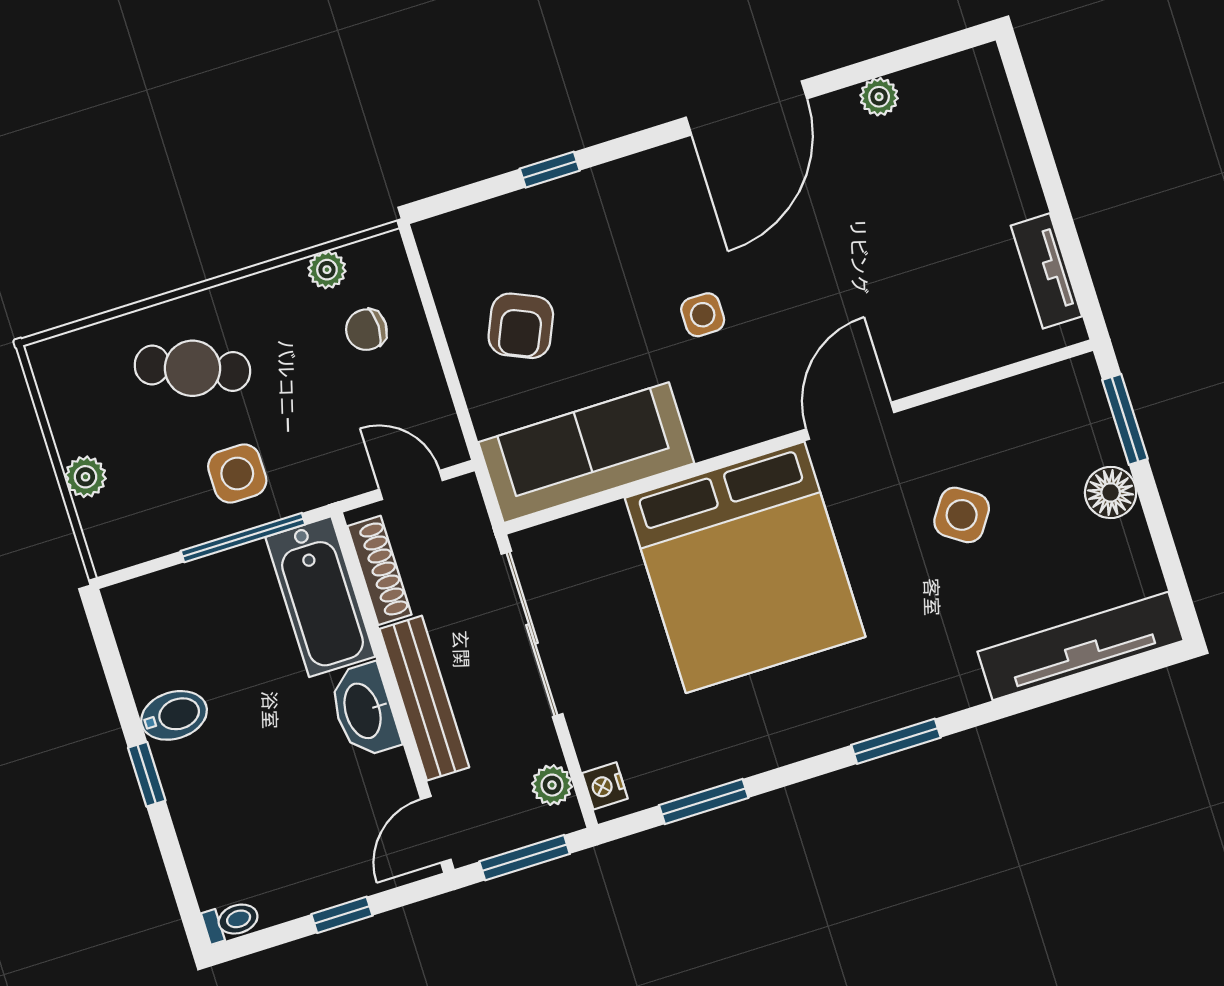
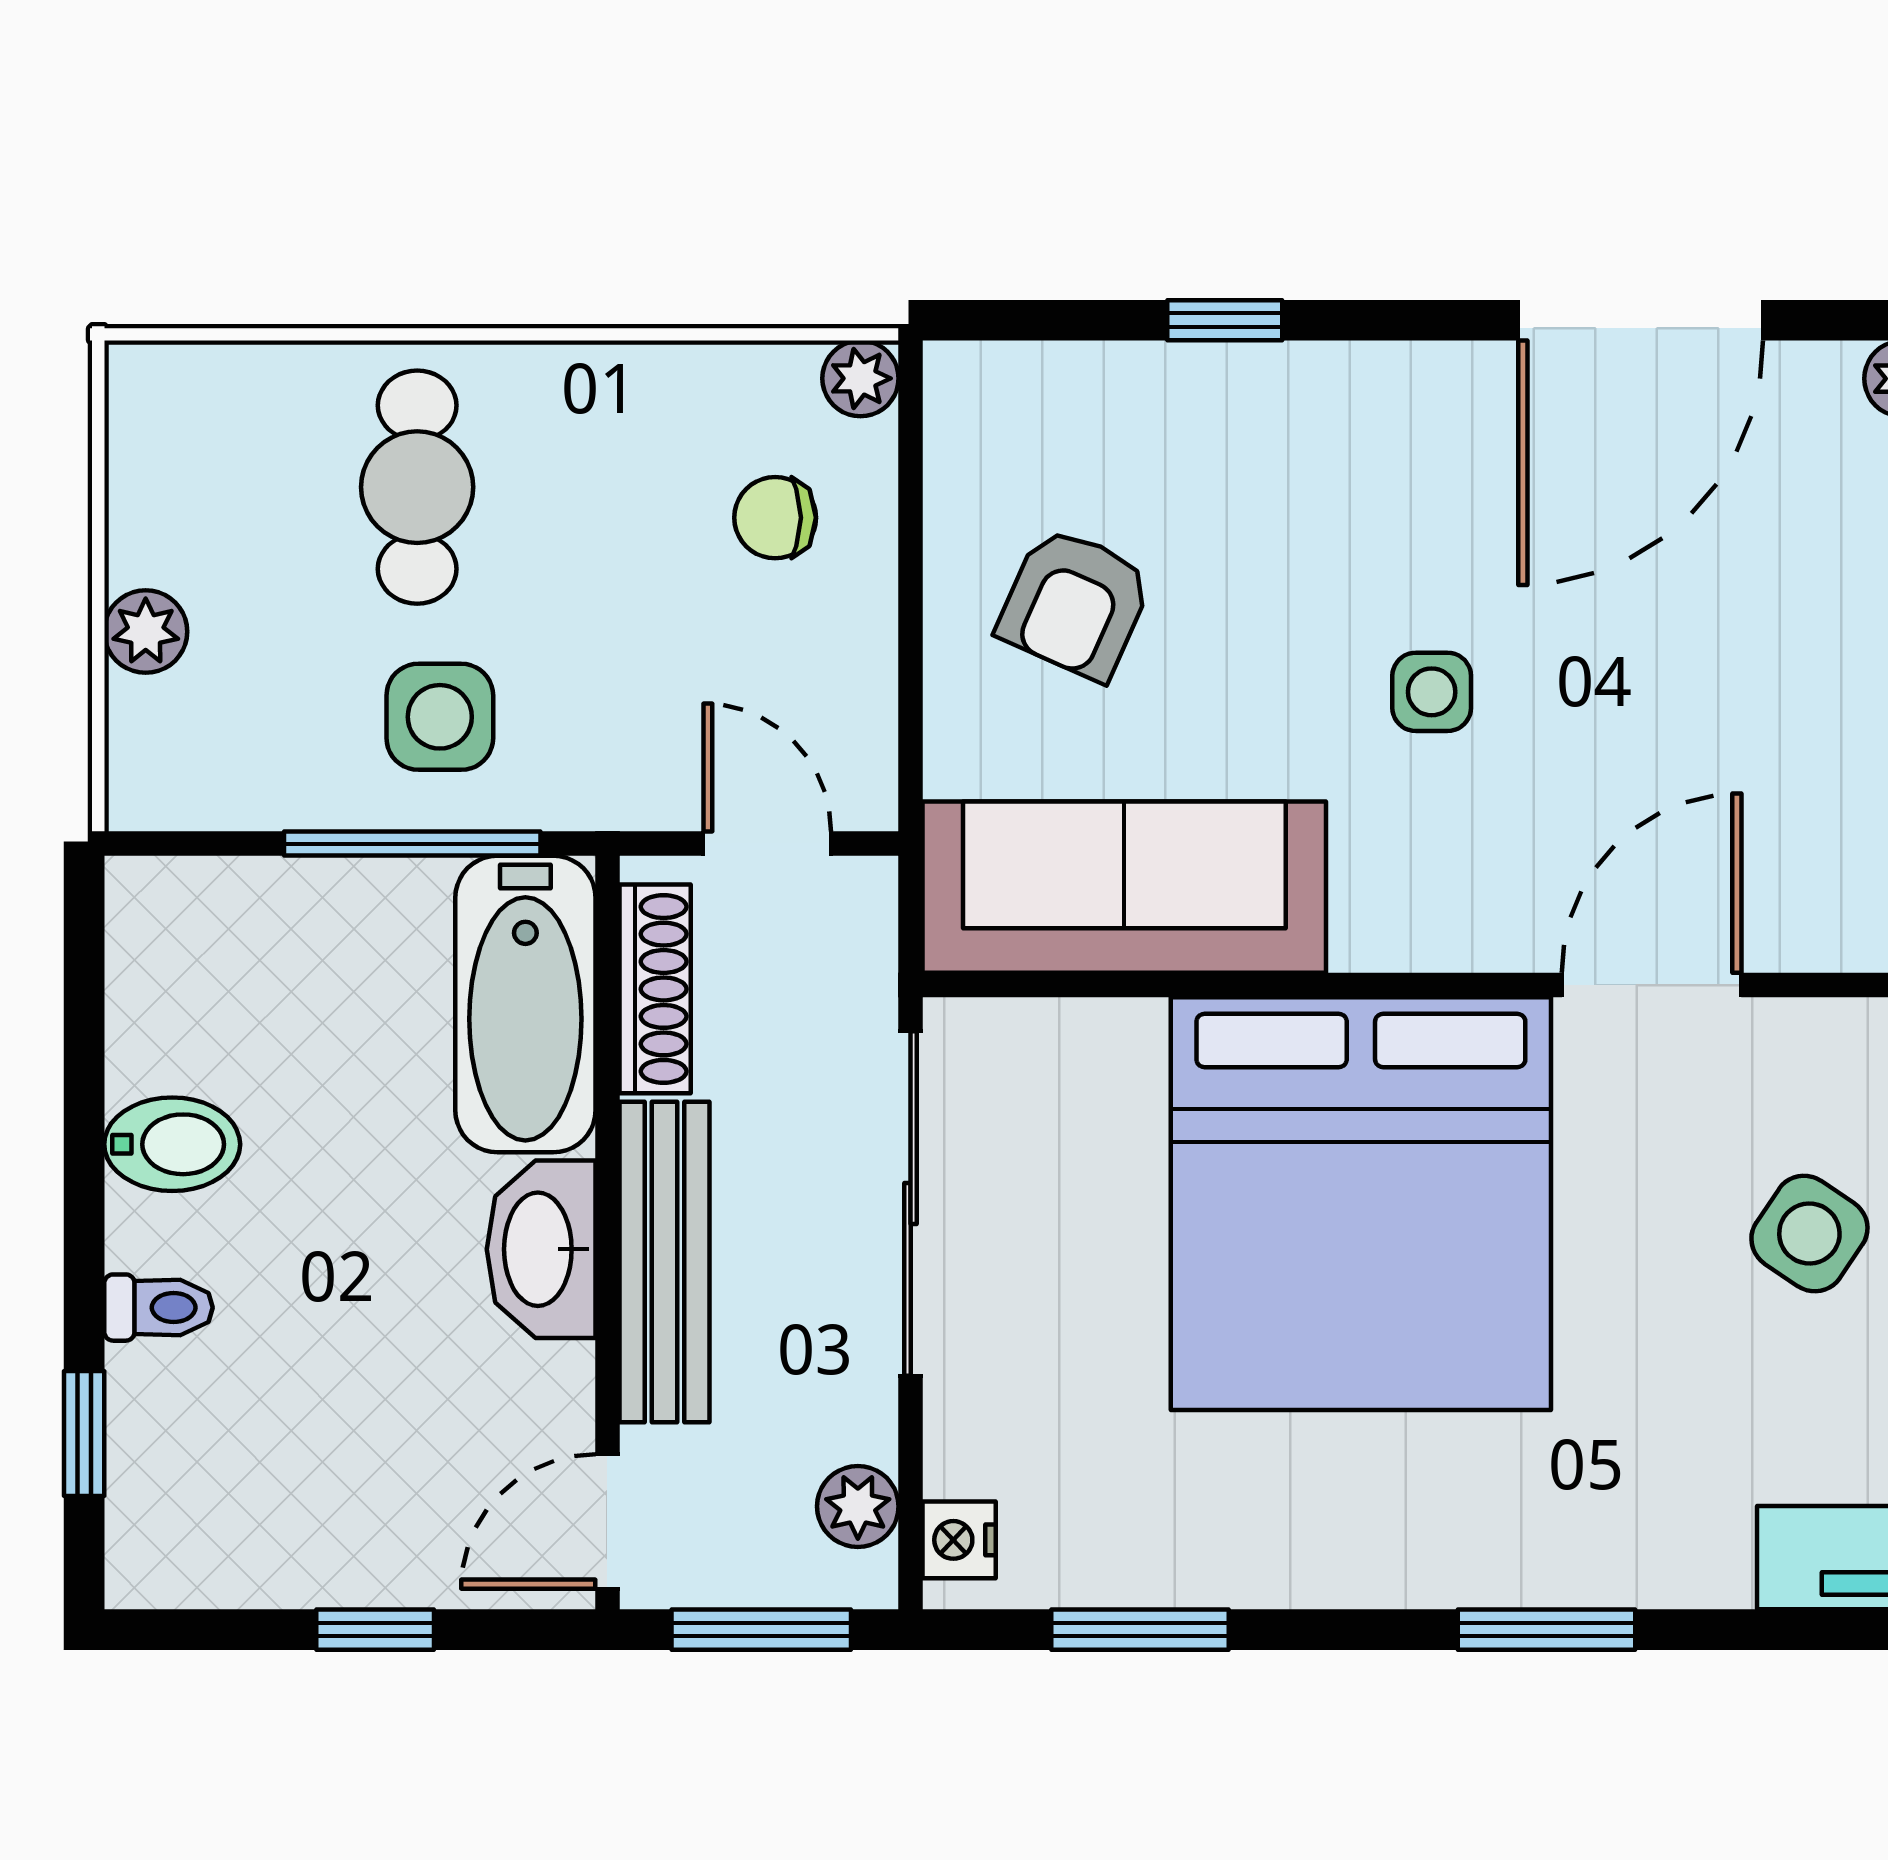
plant: (327, 270) -> (860, 378), moved
cafe table: (192, 368) -> (417, 487), turned 68
window: (147, 774) -> (84, 1433), moved
toilet: (231, 921) -> (158, 1308), moved

